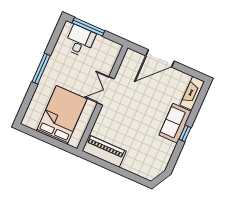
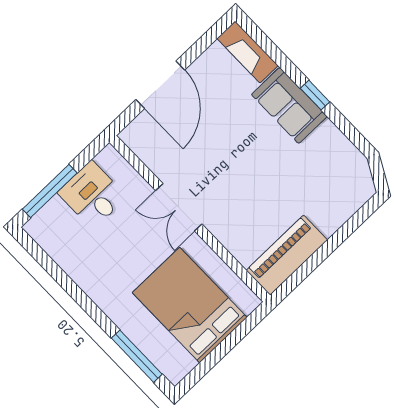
desk: (80, 41) -> (92, 195), moved
window: (41, 69) -> (137, 356), moved

